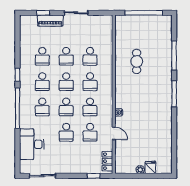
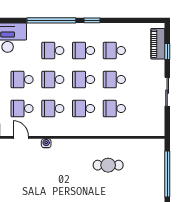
piano: (50, 21) -> (158, 44), moved
door: (114, 133) -> (21, 137), swing flipped

